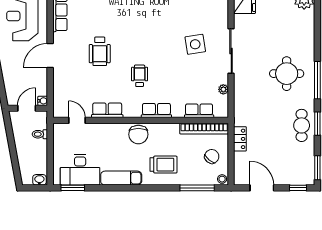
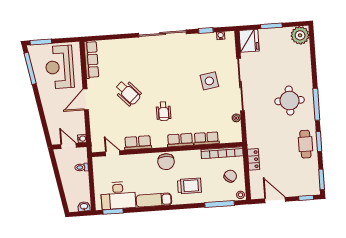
wheelchair: (100, 51) -> (128, 93), turned -43
sliding door: (231, 51) -> (240, 85), width x1.36
wheelchair: (140, 76) -> (164, 111), turned 180
door: (27, 108) -> (69, 146), hinge flipped
row of seats: (199, 111) -> (206, 138), moved

